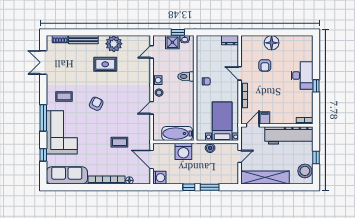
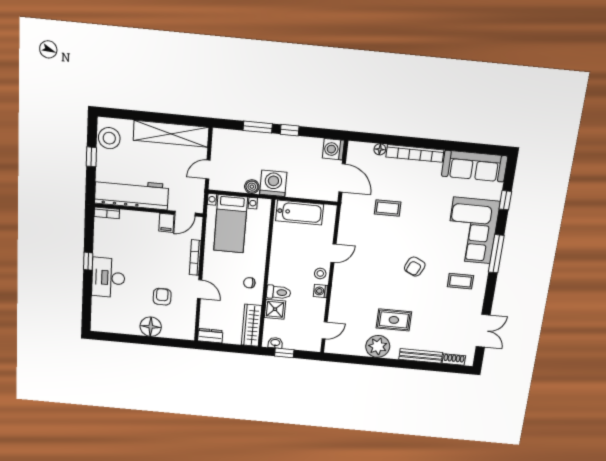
shower: (172, 42) -> (275, 309), moved
wardrobe: (202, 51) -> (251, 325), added
washing machine: (183, 151) -> (273, 183), moved

